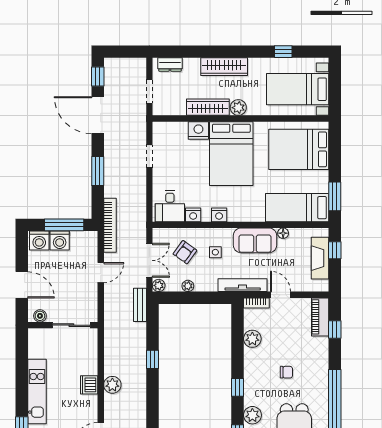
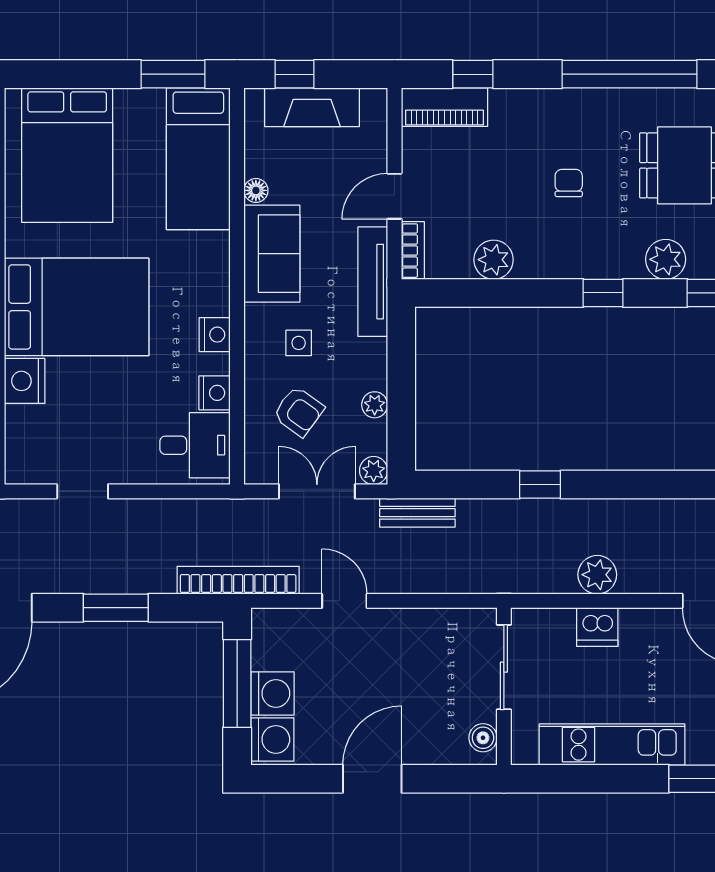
boiler: (40, 316) -> (483, 738), moved
wall: (63, 325) -> (504, 686), moved
sliding door: (71, 325) -> (504, 667), moved

